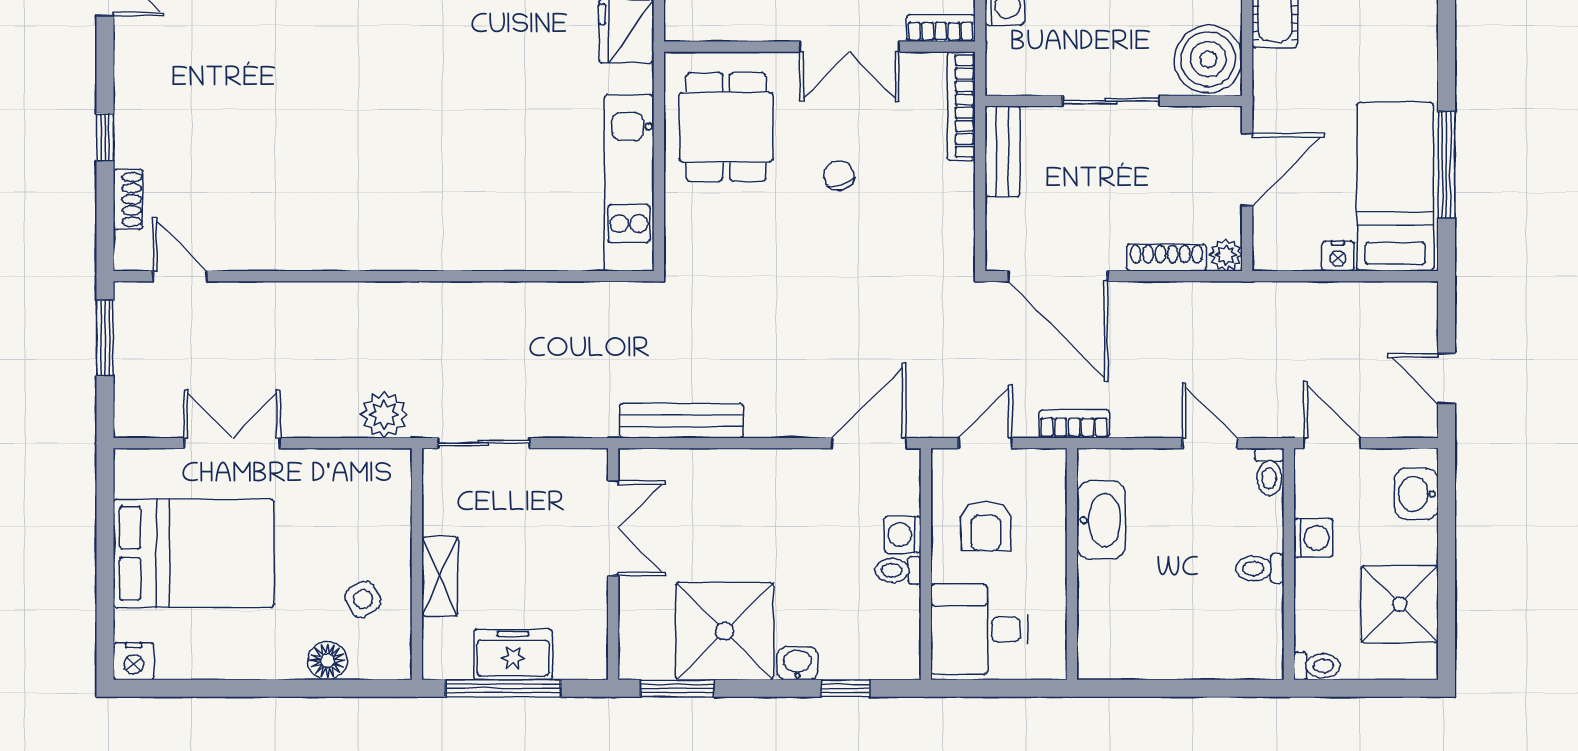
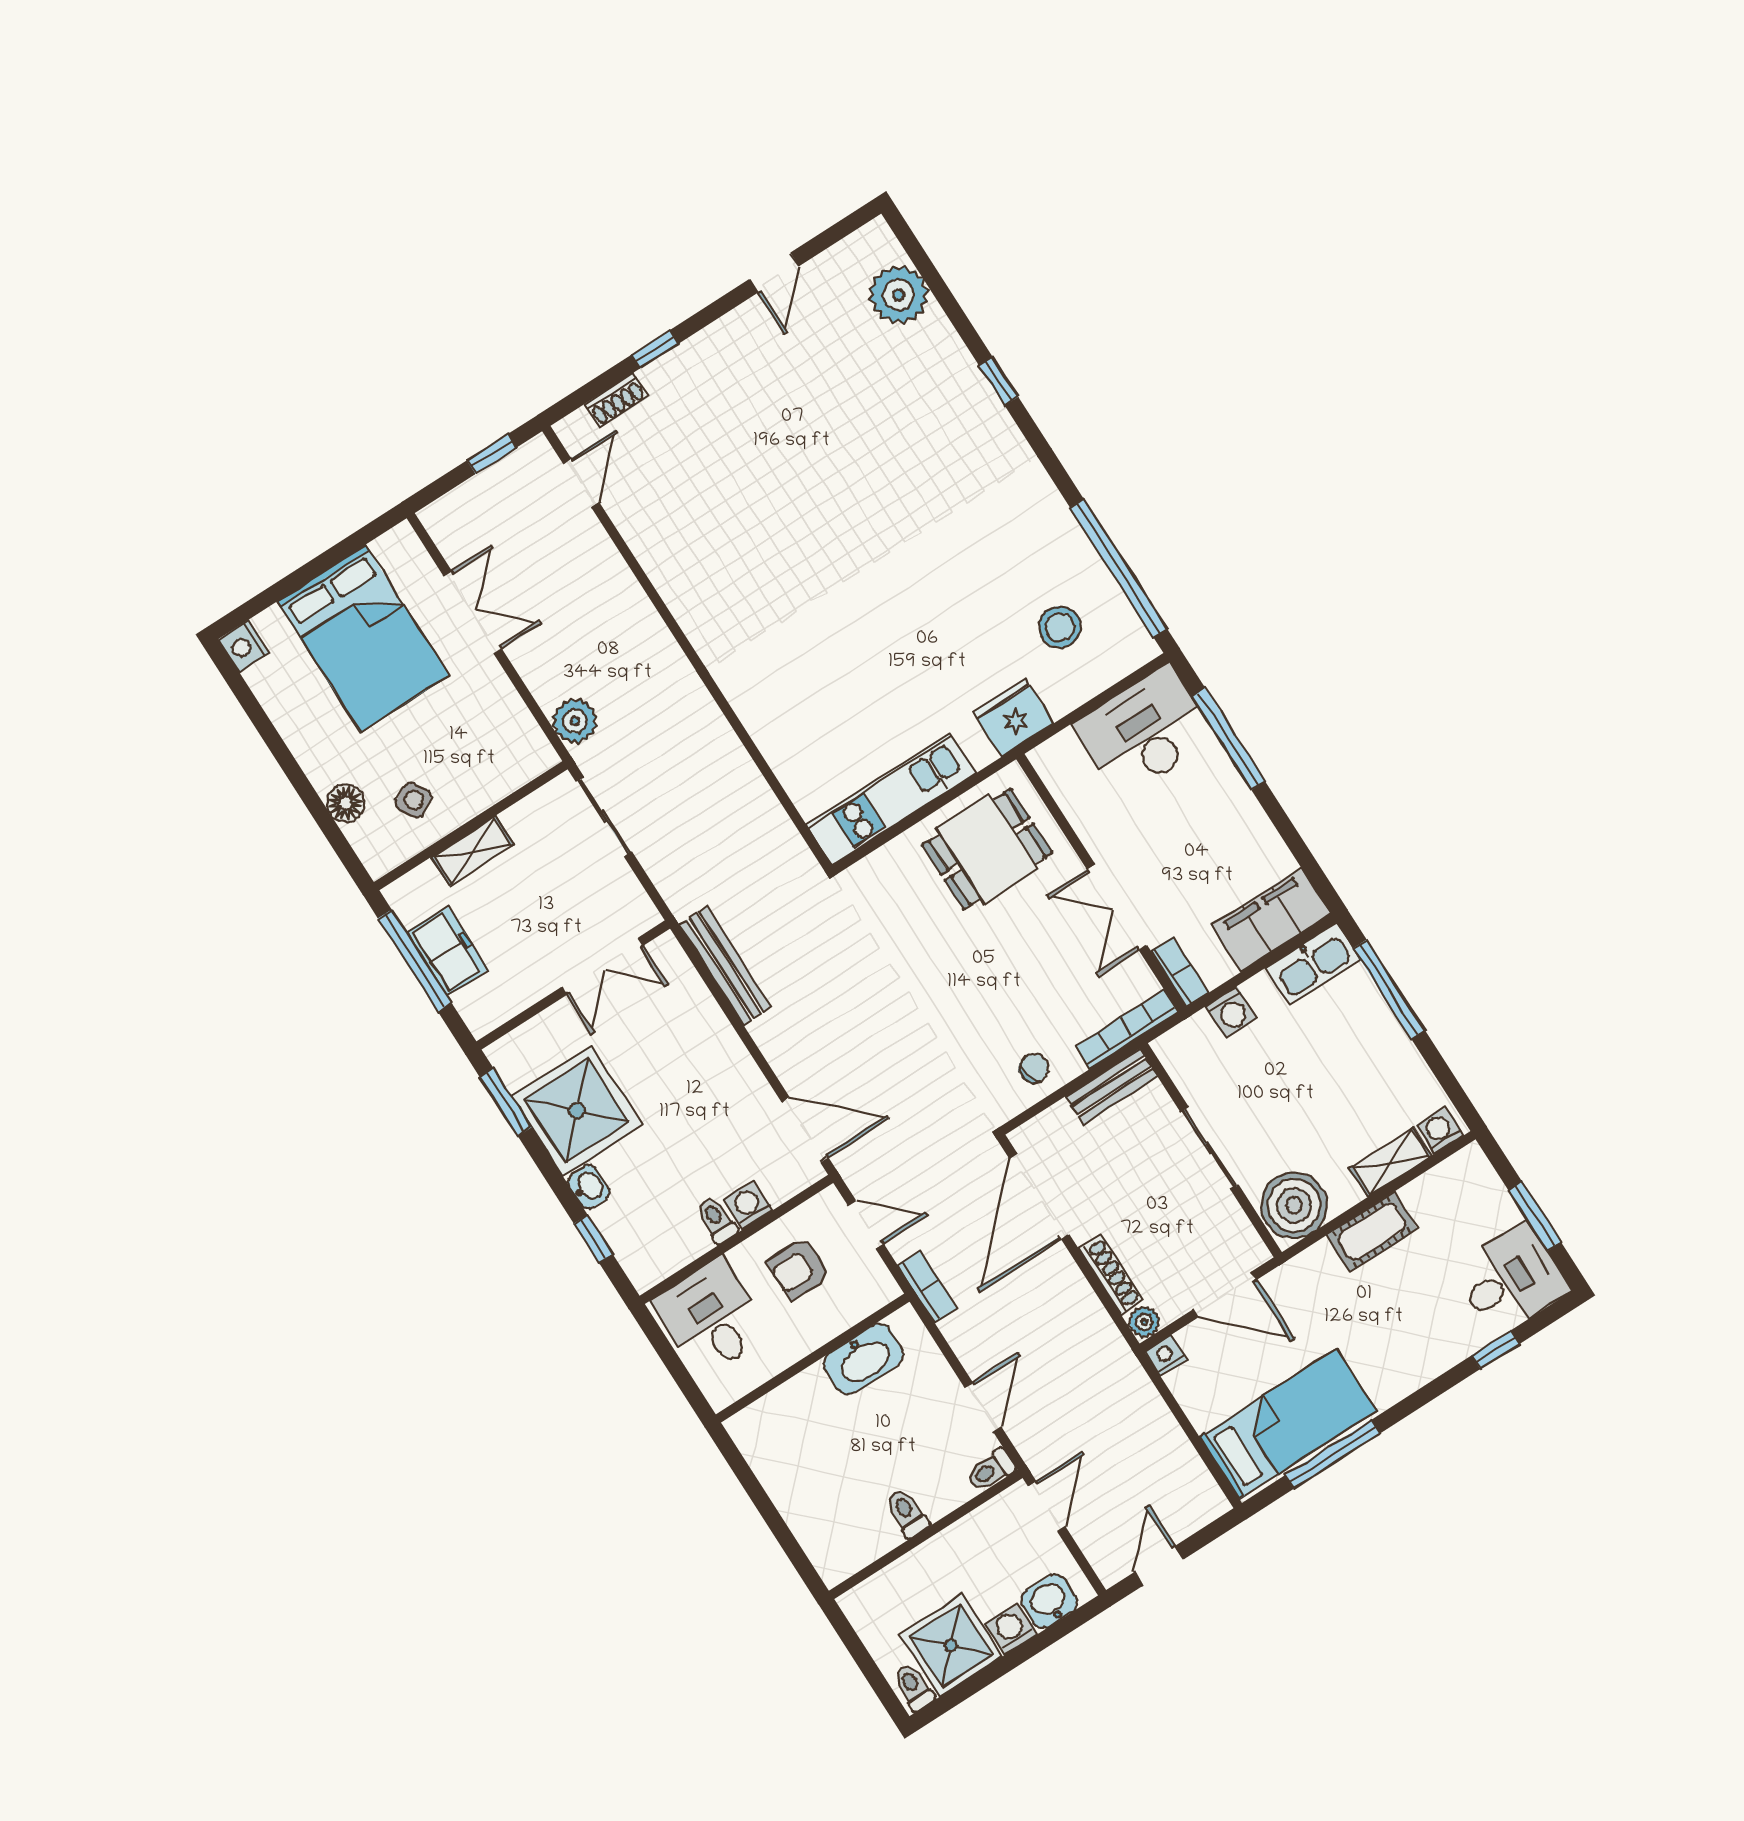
chair: (839, 175) -> (1034, 1068), moved
nightstand: (1338, 256) -> (1165, 1356), moved, turned 90
window: (105, 338) -> (492, 454), width x0.67
washing machine: (1313, 538) -> (1011, 1629), moved, turned 180
toilet: (1317, 666) -> (913, 1687), moved, turned 180

